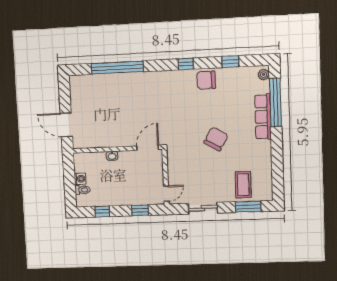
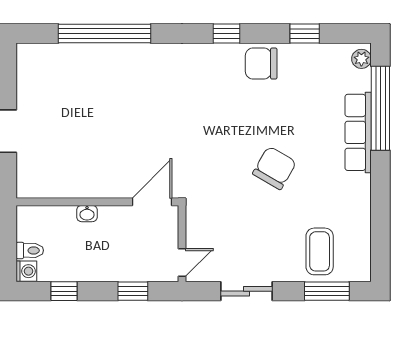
door: (148, 148) -> (152, 202), moved
wall: (117, 149) -> (97, 202), moved
washbasin: (112, 156) -> (87, 214), moved
washing machine: (80, 179) -> (26, 271), moved

